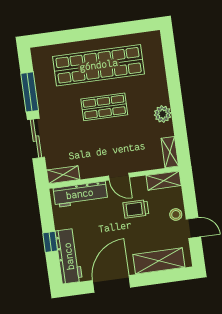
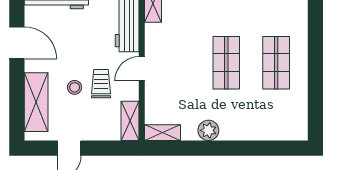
shop shelf: (99, 65) -> (276, 63), width x0.50, depth x0.74
stool: (176, 214) -> (75, 87), moved
door: (112, 284) -> (17, 43), width x0.73

